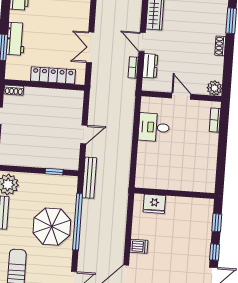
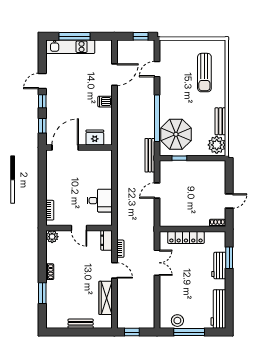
dresser: (150, 66) -> (106, 240), moved
door: (191, 194) -> (65, 147), added
parasol: (52, 227) -> (176, 134), moved

